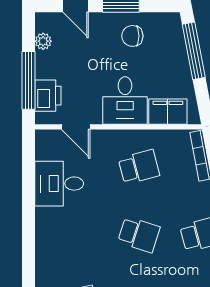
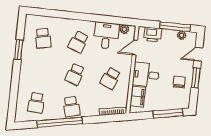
window: (28, 80) -> (175, 27), moved
plant: (44, 151) -> (124, 29), added
school desk: (139, 167) -> (110, 78), turned 39
school desk: (77, 235) -> (78, 42), added

